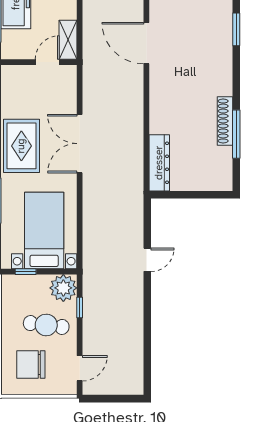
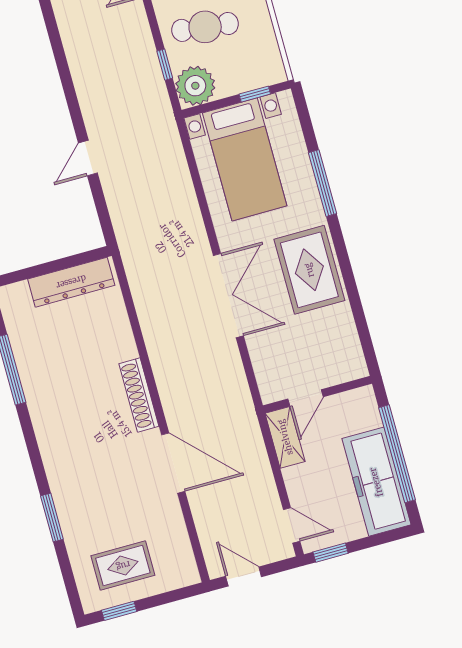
shoe rack: (225, 121) -> (139, 395), moved, turned 180
dresser: (159, 163) -> (71, 282), moved, turned -90

